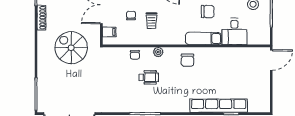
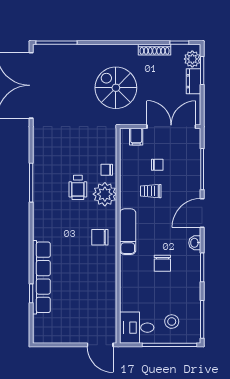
desk: (234, 31) -> (137, 328), moved
exam couch: (203, 38) -> (128, 232), moved
spiral stairs: (71, 48) -> (116, 88), turned -90
plant: (158, 52) -> (105, 194), width x1.87, depth x1.87

